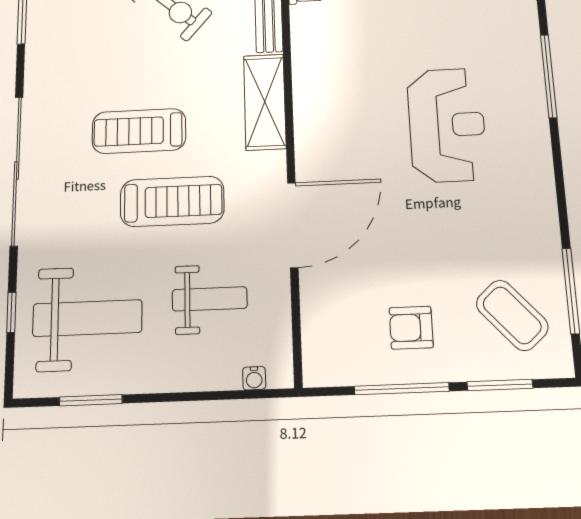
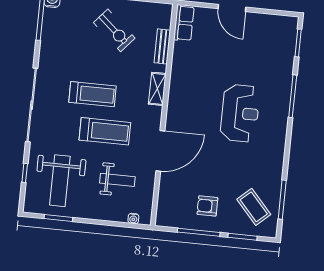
shelving: (265, 102) -> (157, 89), width x0.67, depth x0.75
treadmill: (139, 131) -> (93, 94), turned 180
weight bench: (87, 318) -> (60, 181), turned 90

